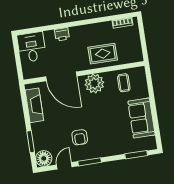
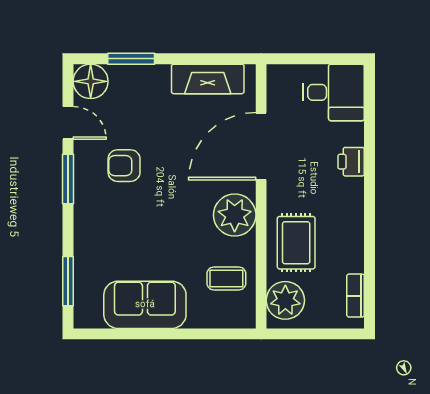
plant: (130, 54) -> (285, 300), added

